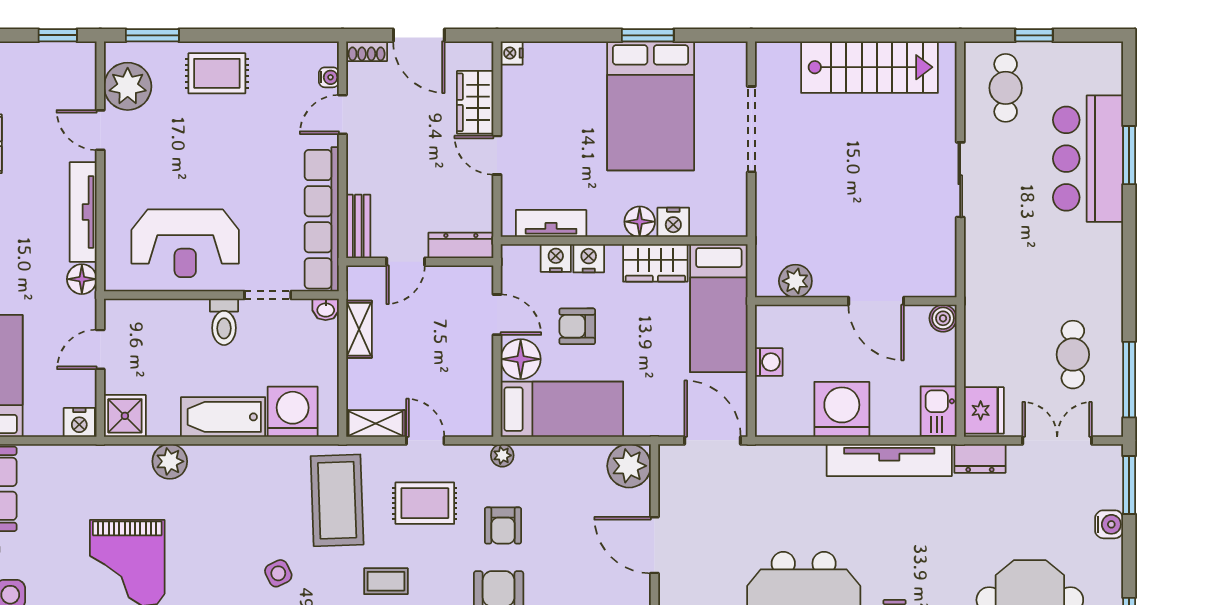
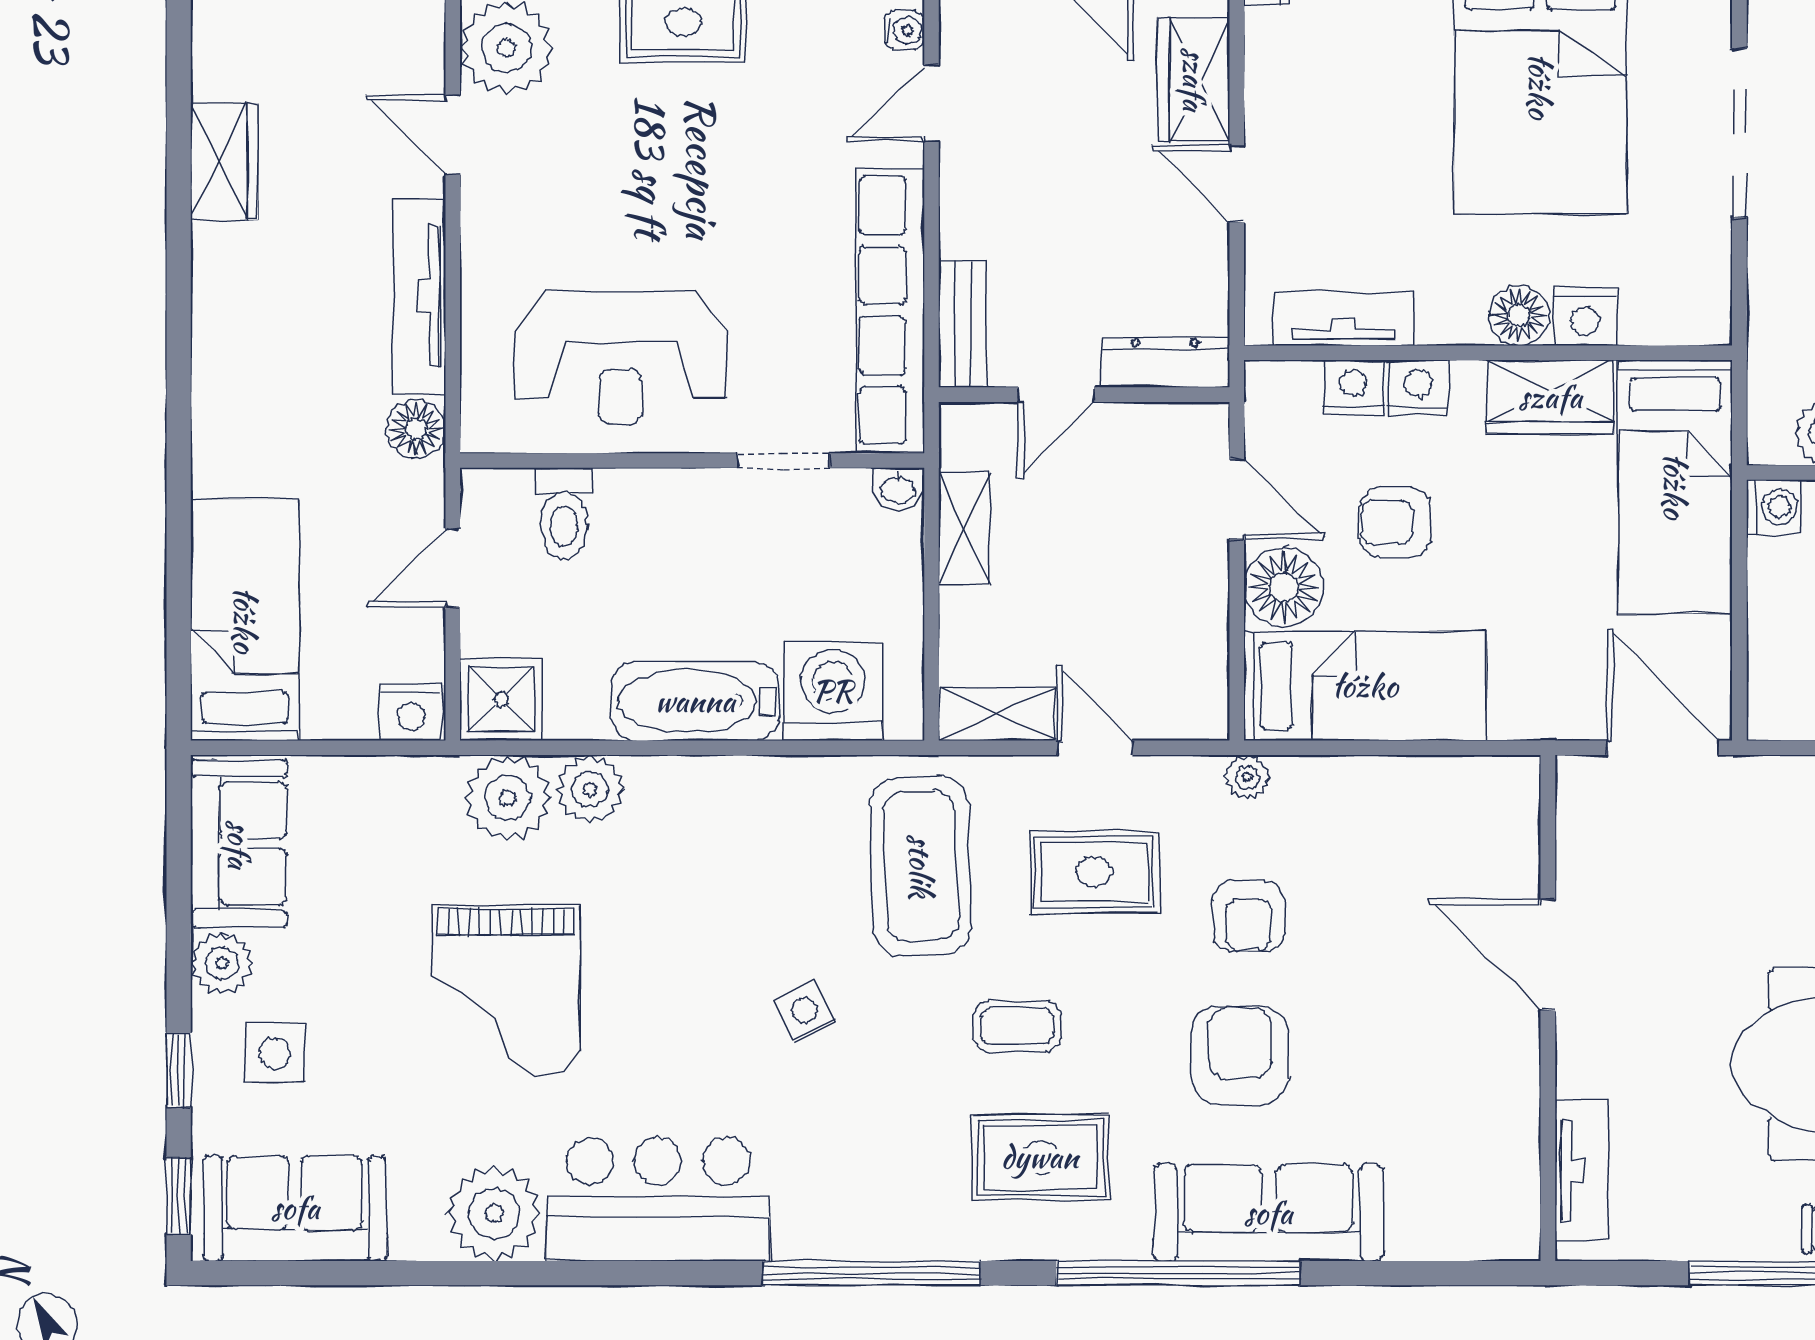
toilet: (224, 322) -> (564, 513), moved
washing machine: (769, 362) -> (1774, 507), moved
plant: (629, 466) -> (508, 798), moved

